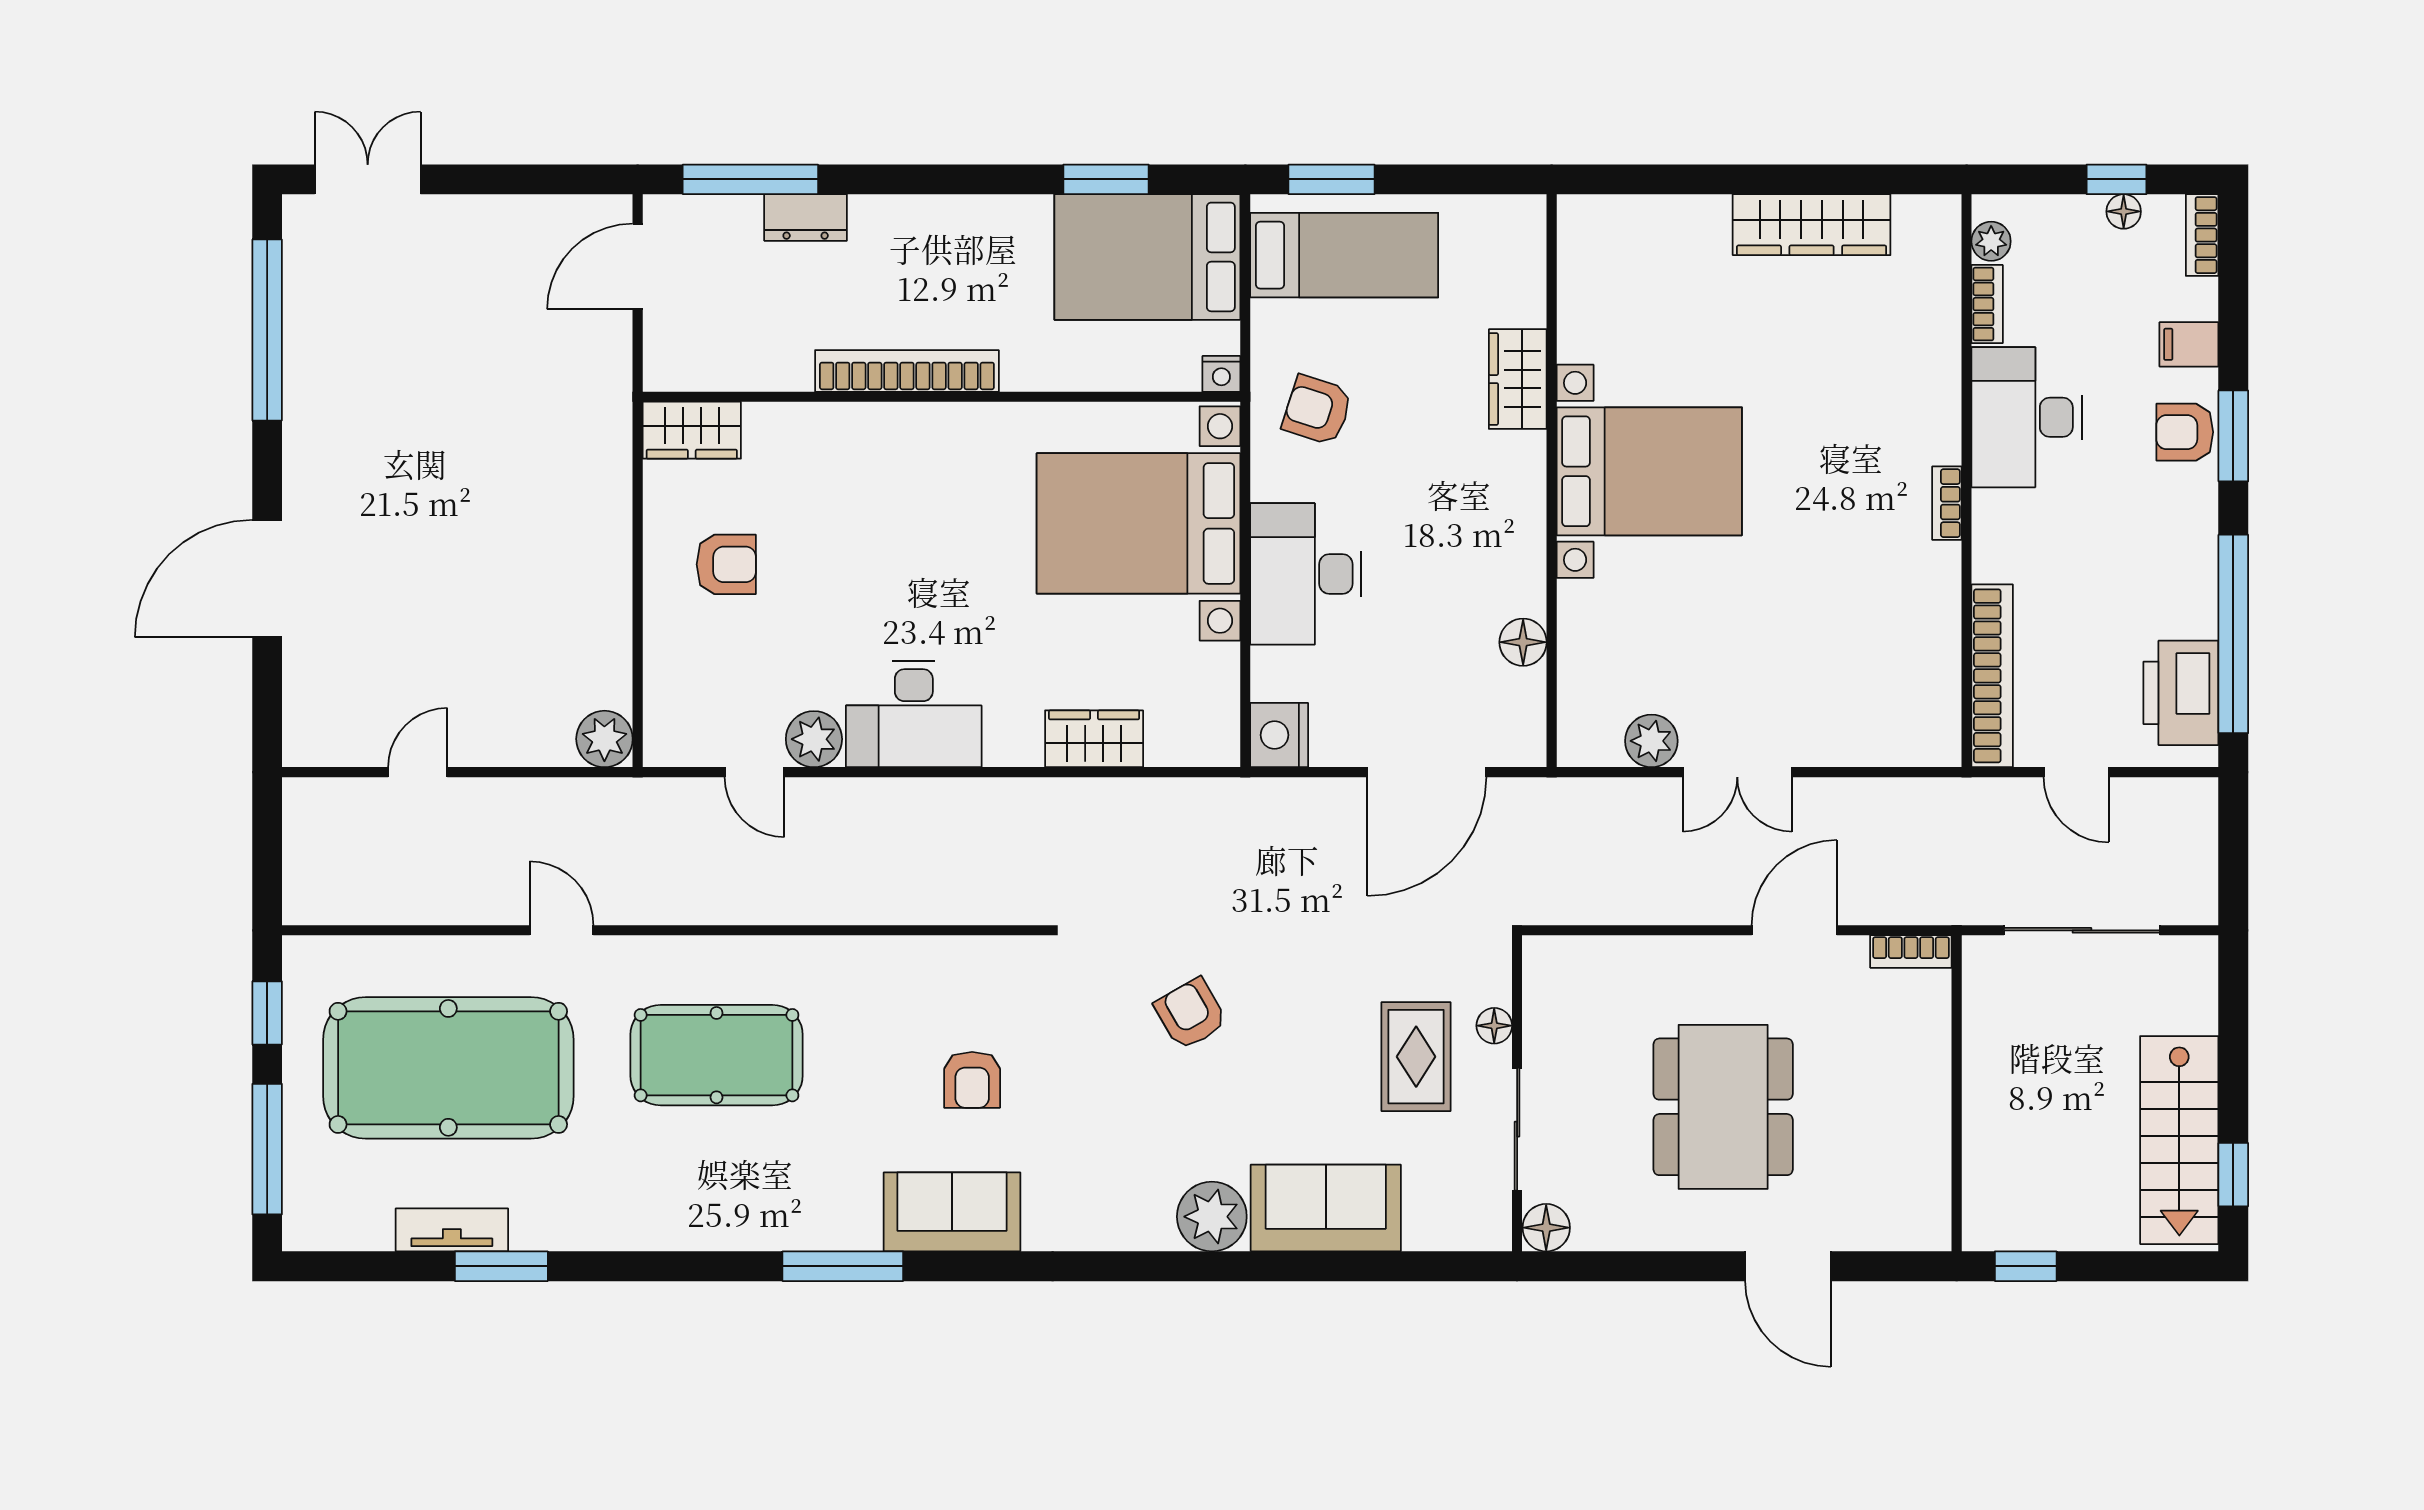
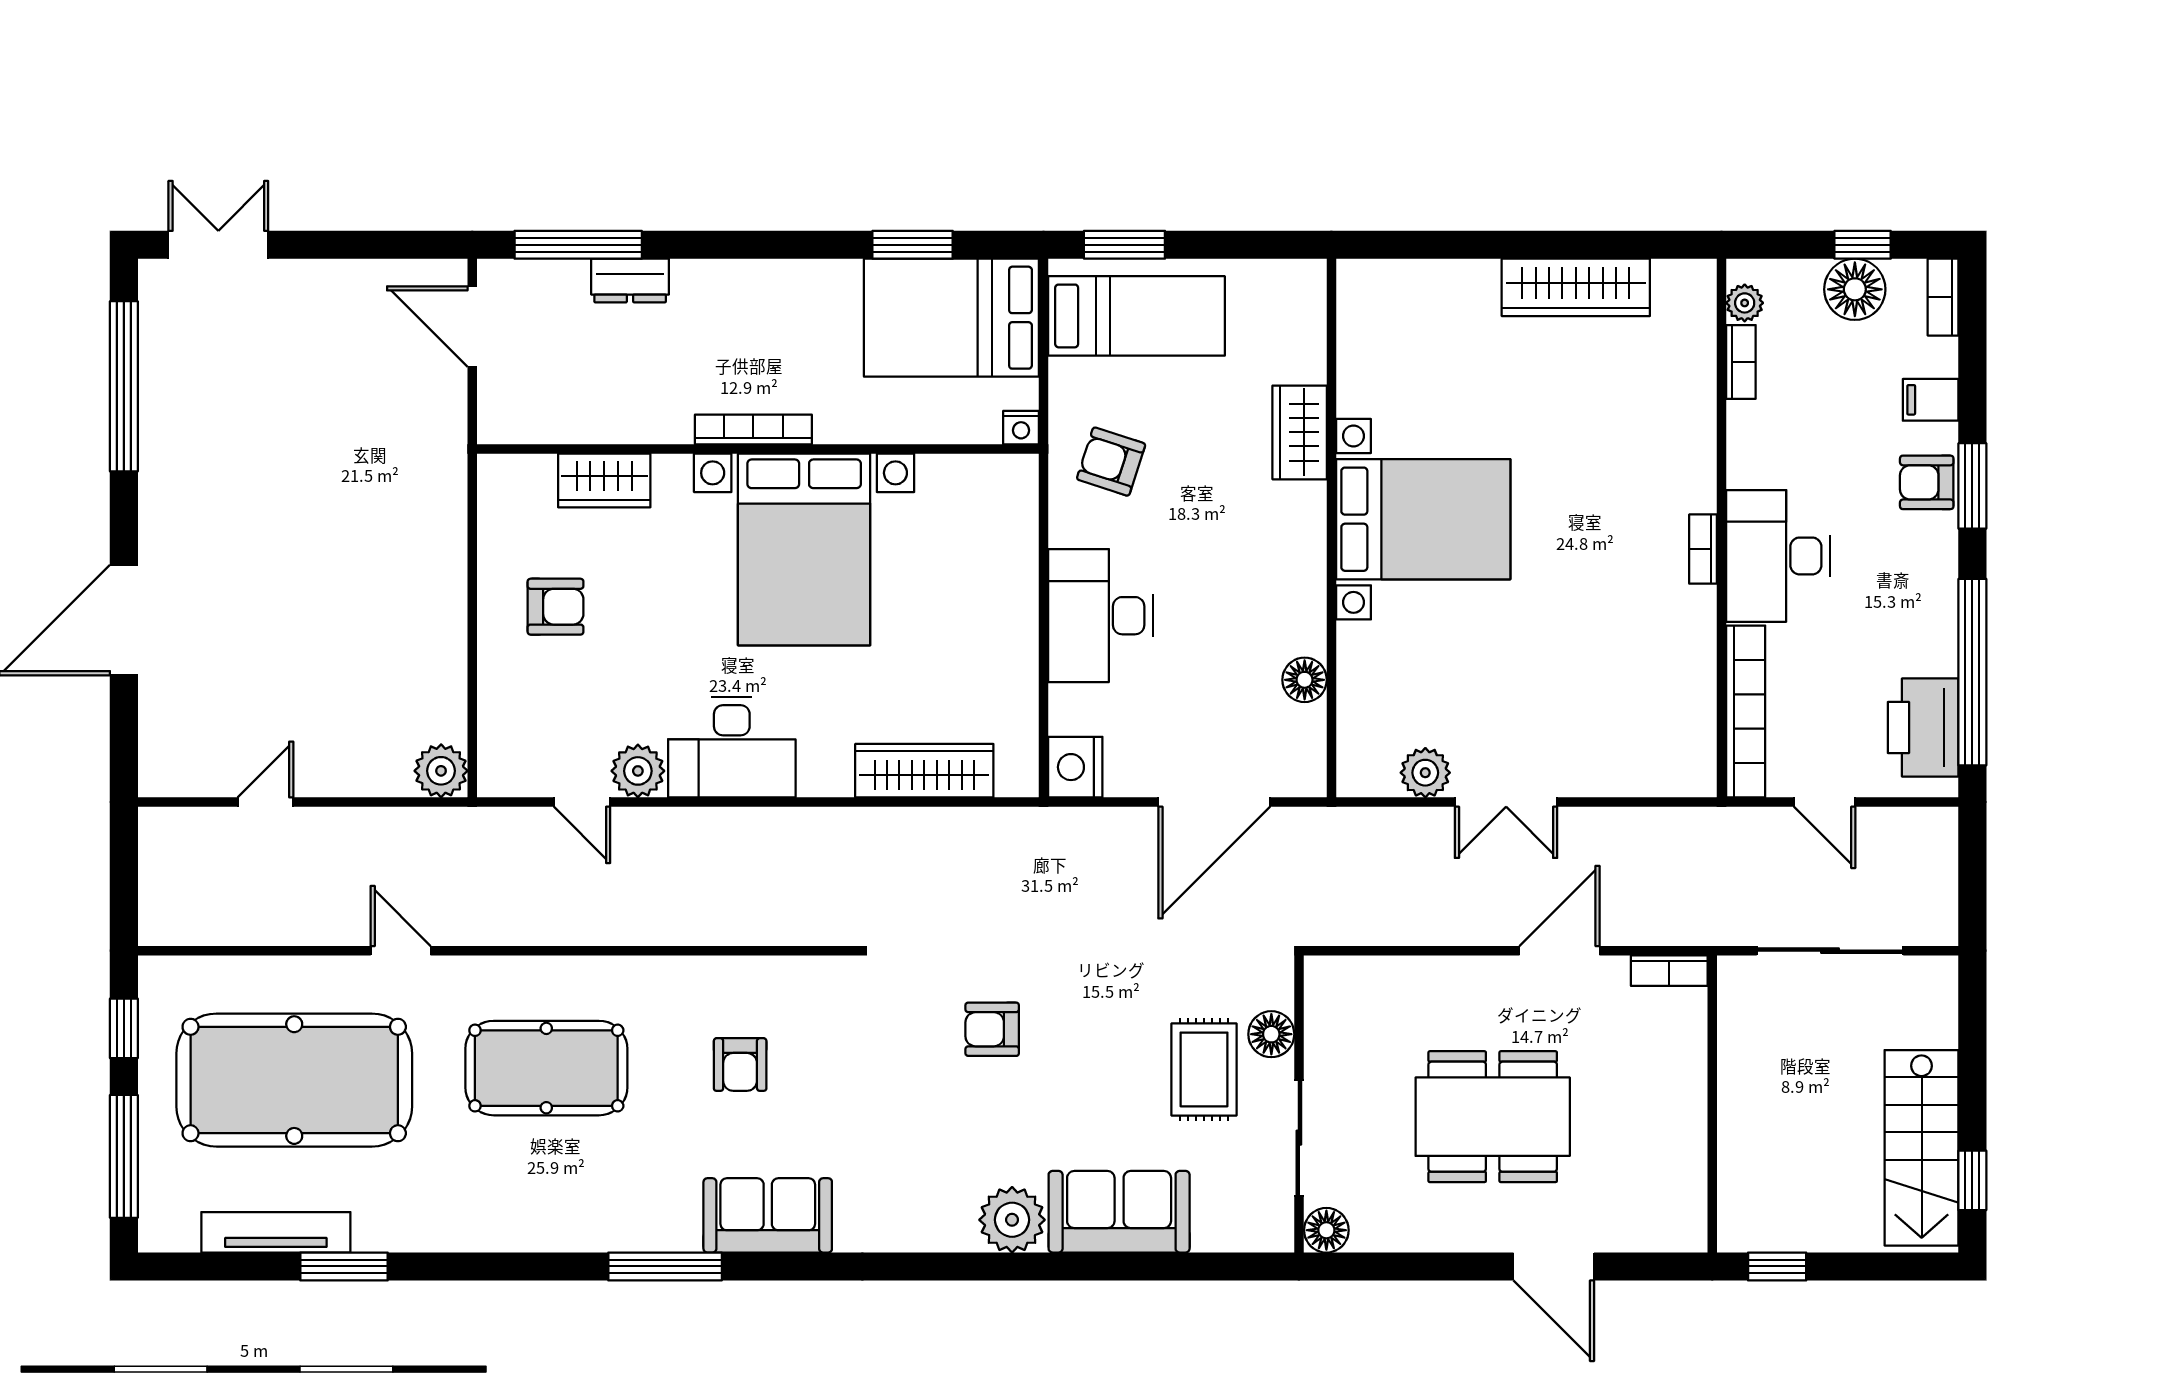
floor lamp: (2124, 211) -> (1855, 289), width x1.89, depth x1.89
door: (638, 266) -> (472, 327), hinge flipped
bookcase: (907, 371) -> (753, 429), width x0.68, depth x0.76
desk: (2027, 417) -> (1778, 556), moved
wardrobe: (692, 430) -> (604, 481), moved
bed with nightstands: (1138, 523) -> (804, 549), moved, turned -90
wardrobe: (1094, 739) -> (924, 771), width x1.50
armchair: (1191, 1014) -> (992, 1029), turned -60
floor lamp: (1494, 1026) -> (1271, 1034), width x1.37, depth x1.37
armchair: (972, 1080) -> (740, 1065), moved
dining table: (1723, 1107) -> (1493, 1117), turned 90
tv unit: (452, 1230) -> (276, 1232), width x1.41

